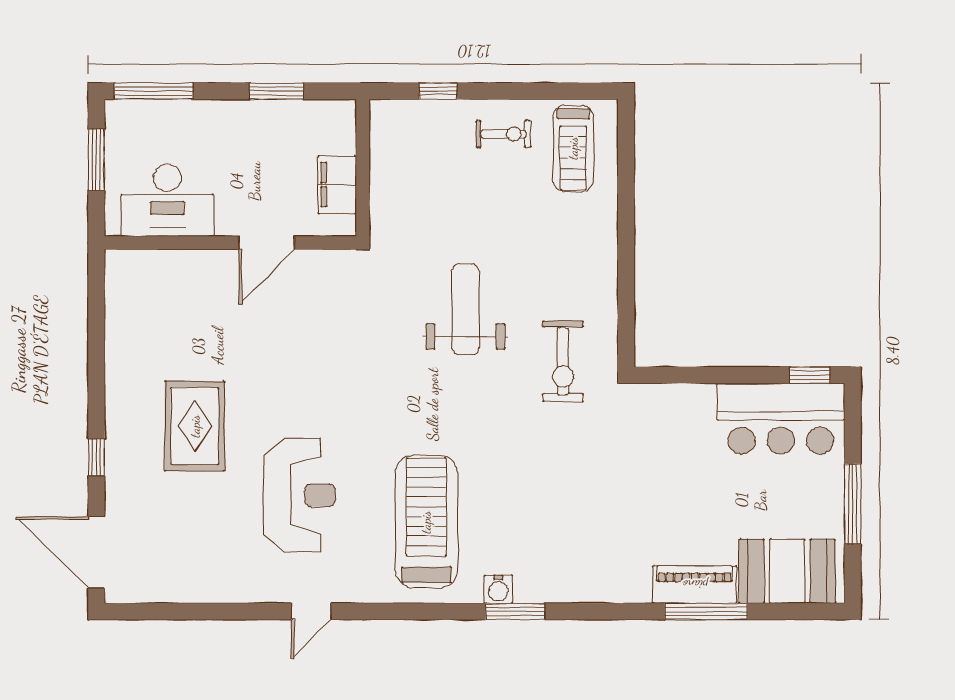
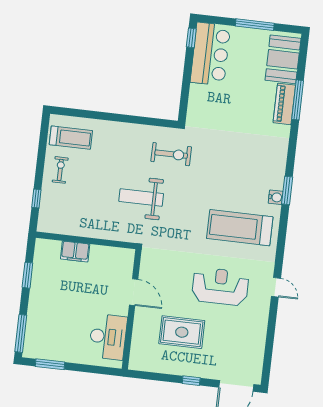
desk: (167, 200) -> (108, 337), moved
wall: (230, 243) -> (132, 309), moved
door: (267, 243) -> (134, 292), moved

